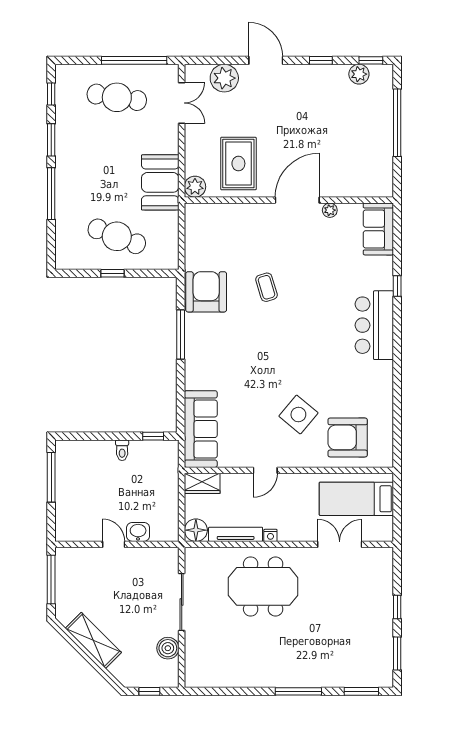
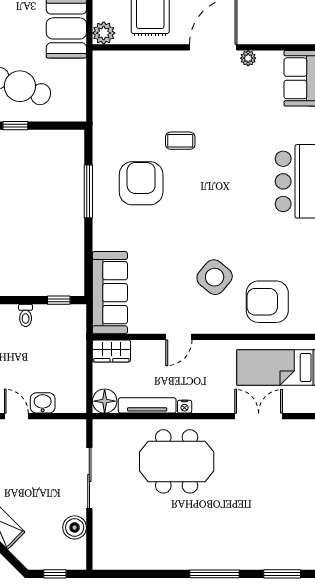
coffee table: (266, 287) -> (180, 141), turned -73
armchair: (206, 292) -> (141, 183), moved

